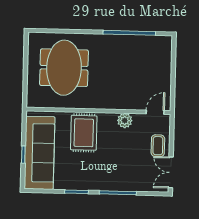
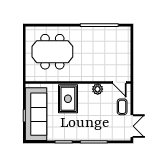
meeting table: (64, 68) -> (52, 52), turned 90
door: (155, 112) -> (120, 82), swing flipped
double door: (171, 172) -> (132, 126), swing flipped

